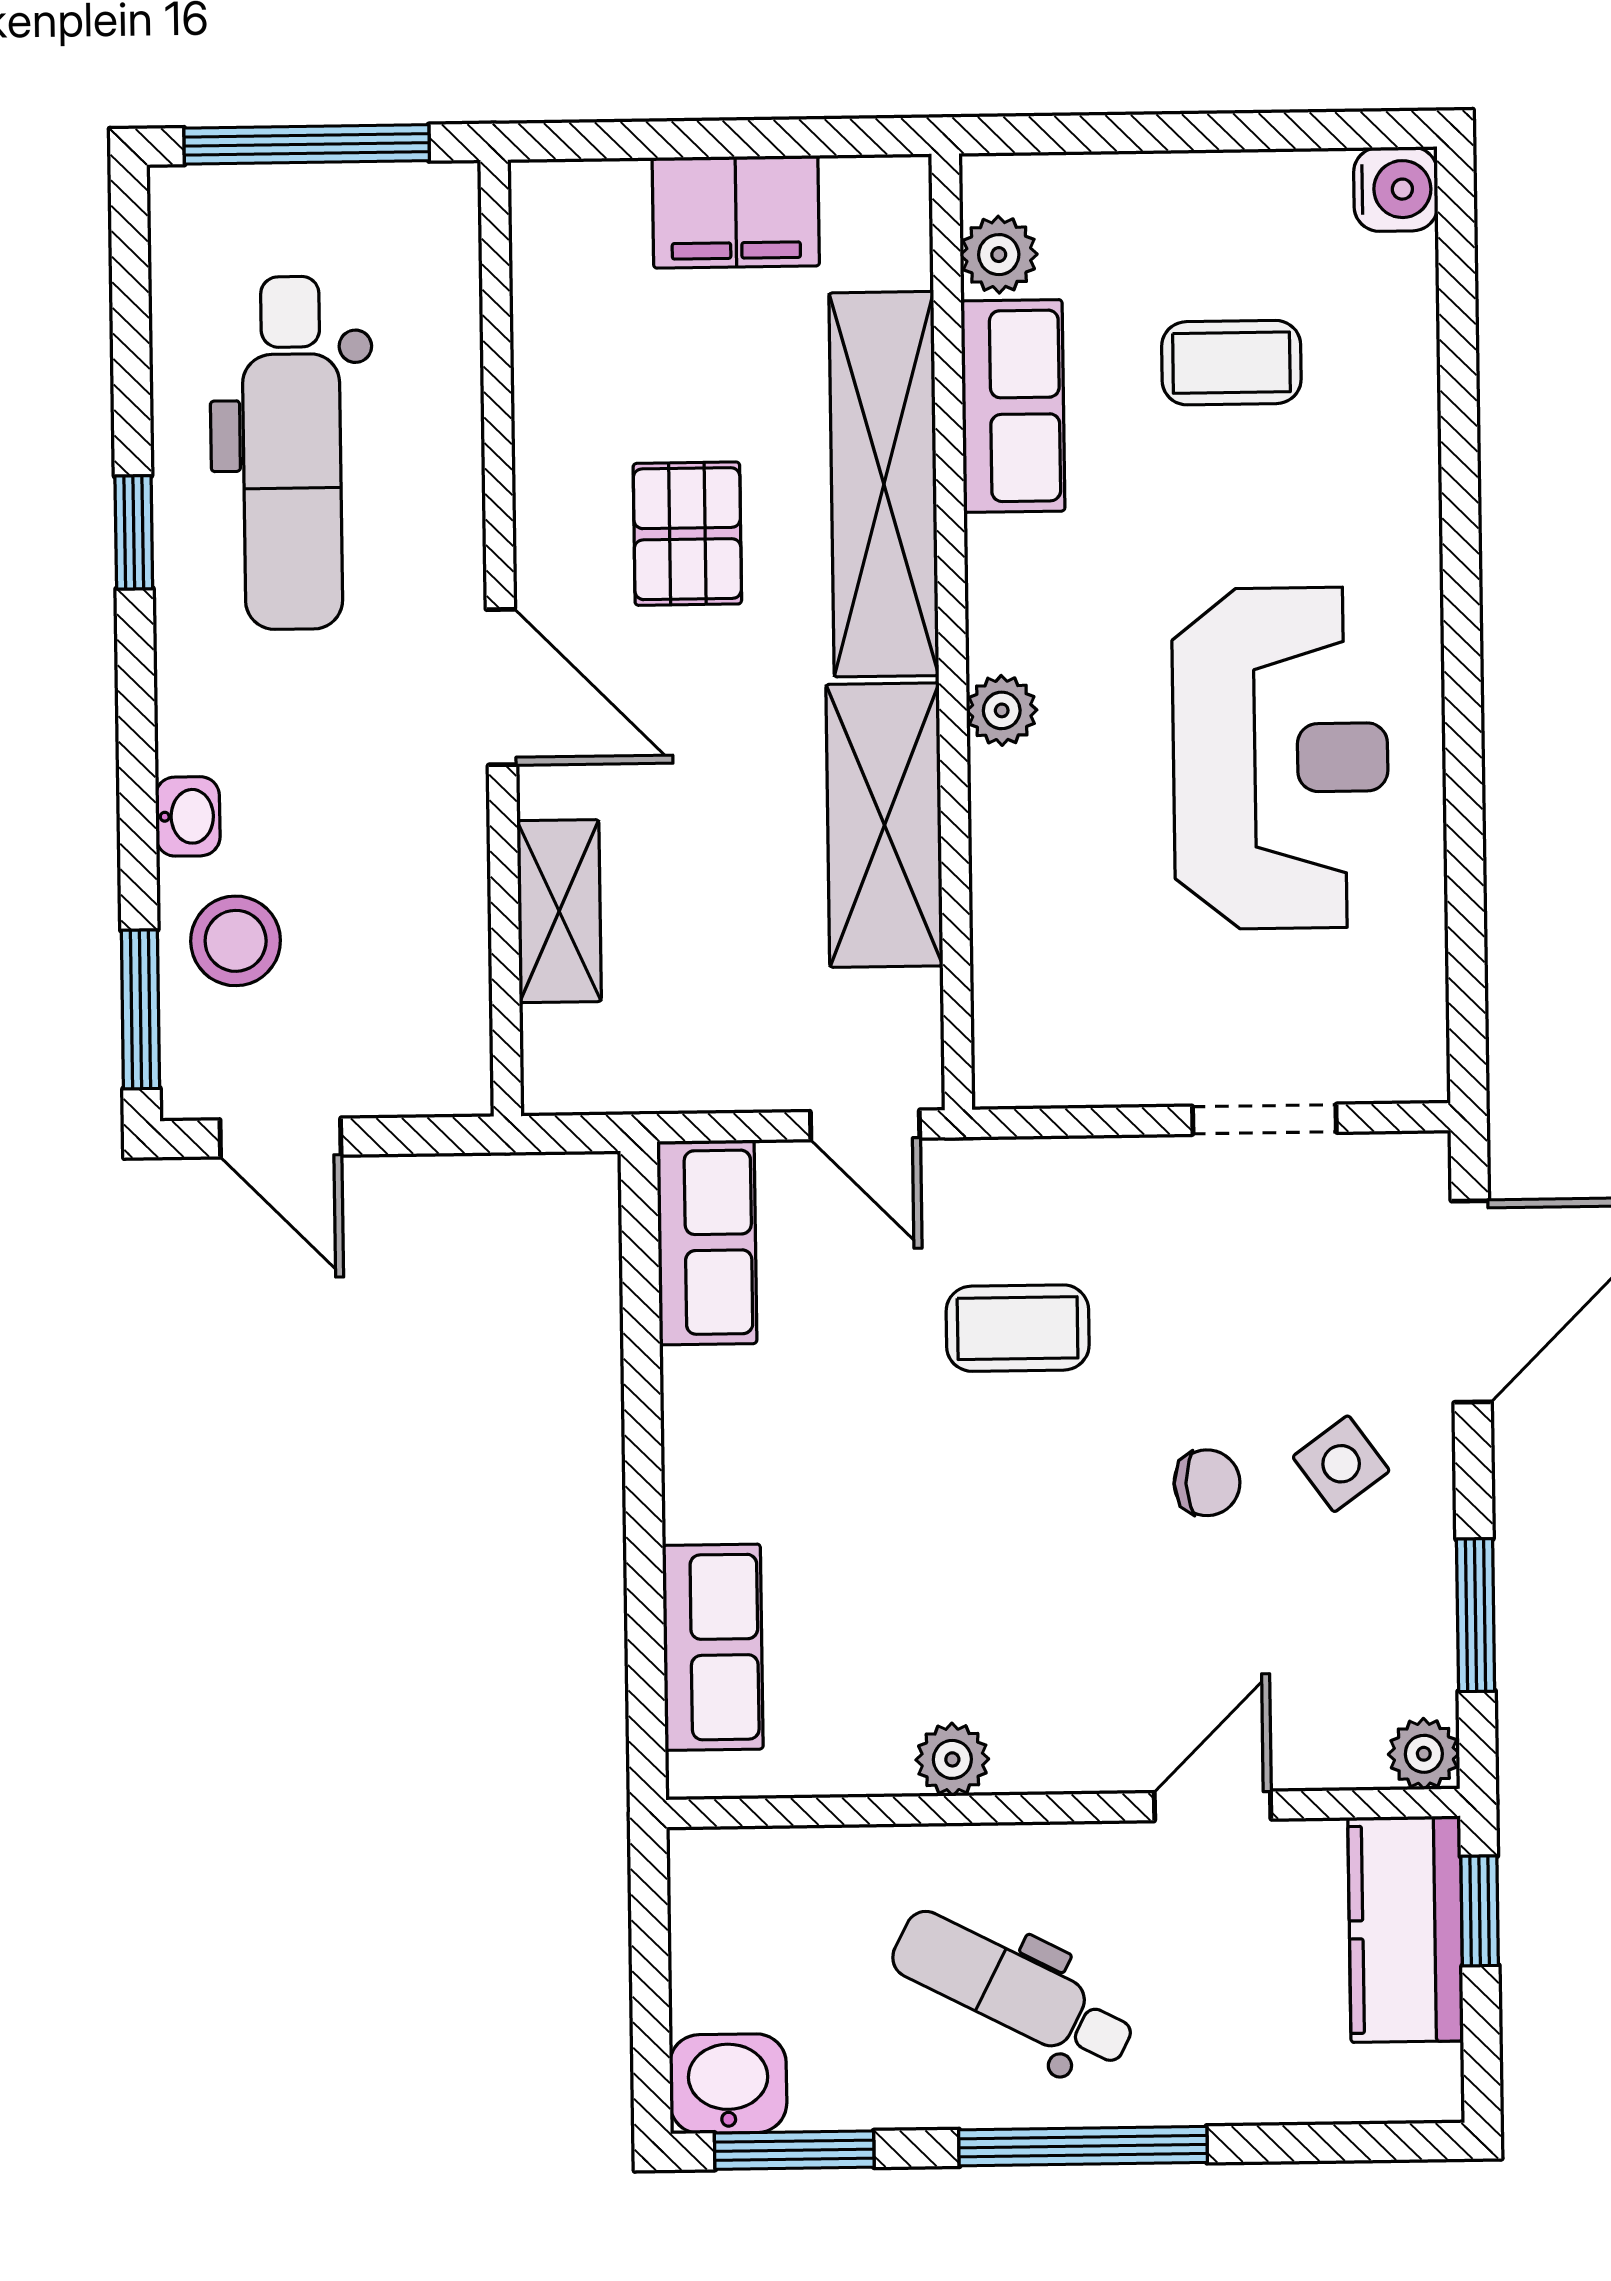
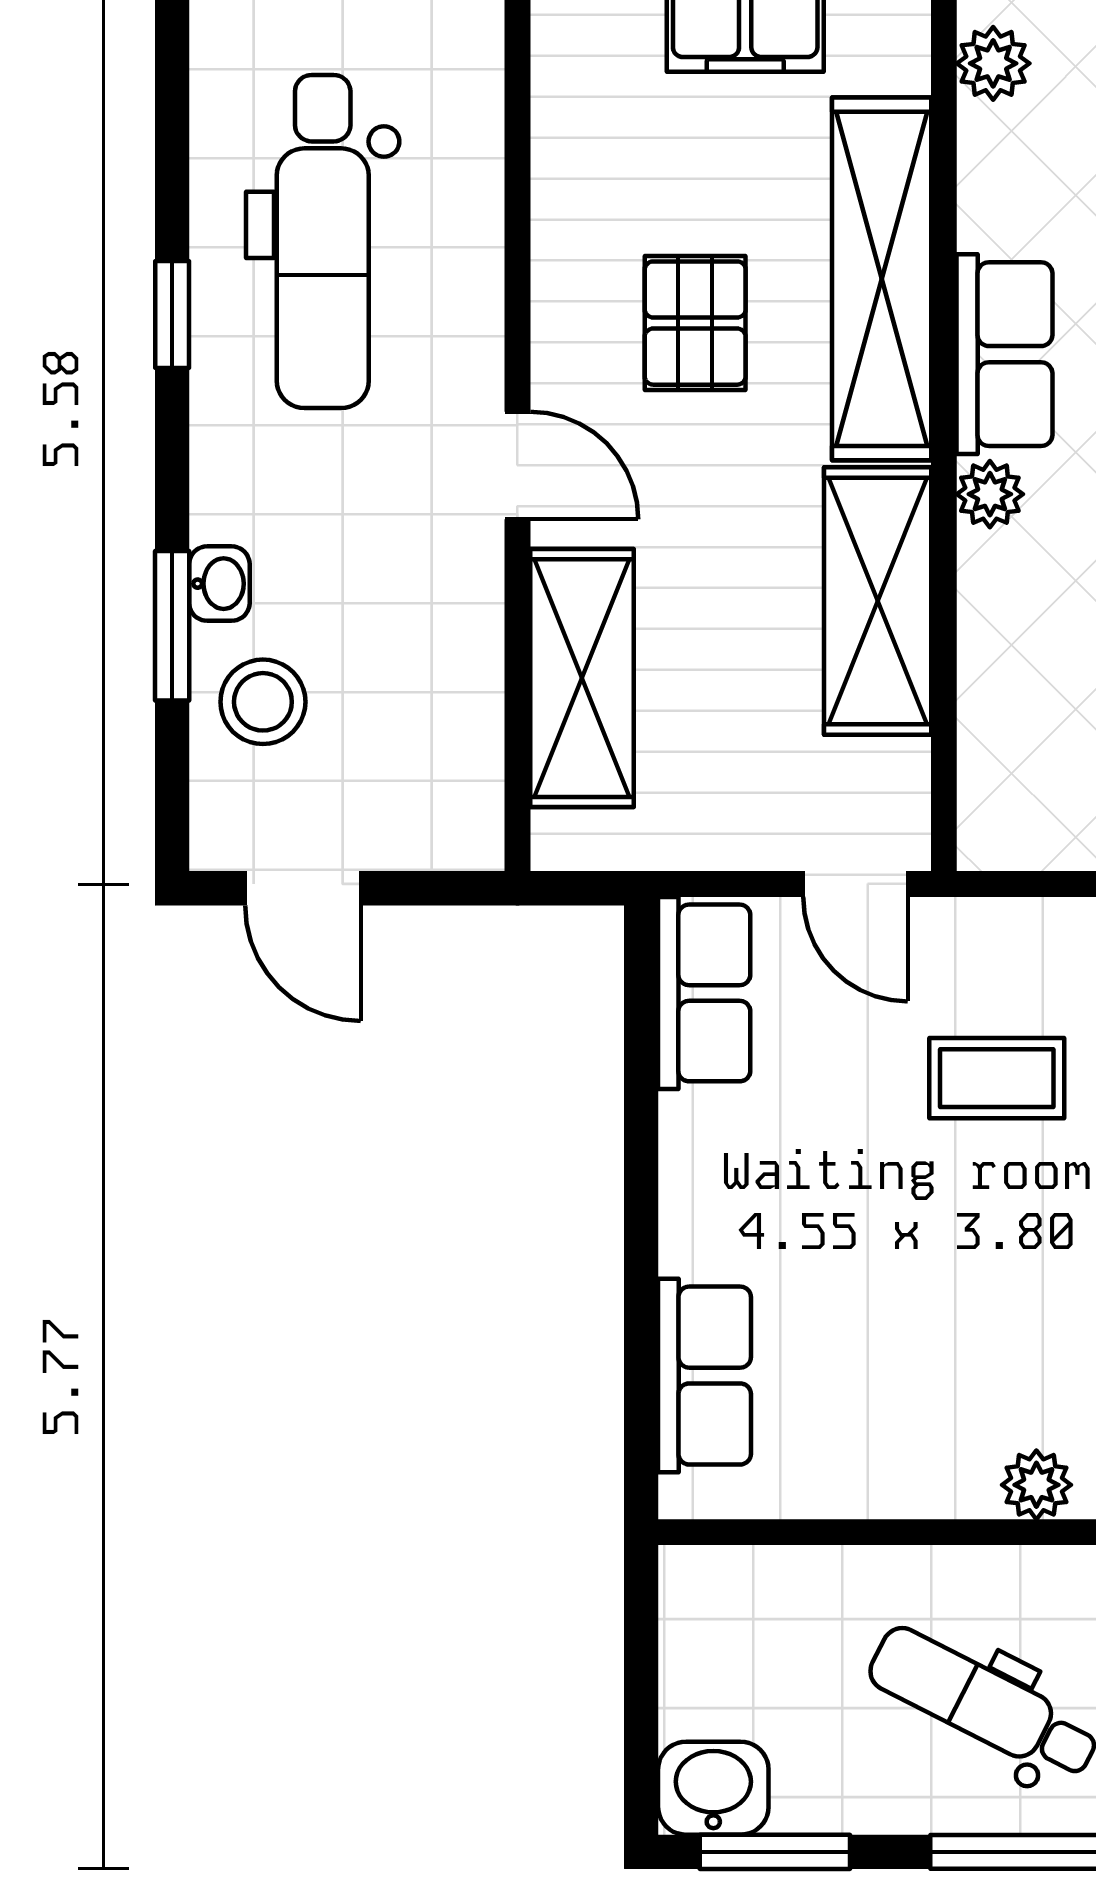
row of seats: (1013, 406) -> (1004, 354), moved
door: (501, 687) -> (517, 466), width x0.73
shelving: (559, 911) -> (582, 678), width x1.50, depth x1.33
window: (140, 1009) -> (172, 626), moved
plant: (952, 1759) -> (1036, 1485), moved

